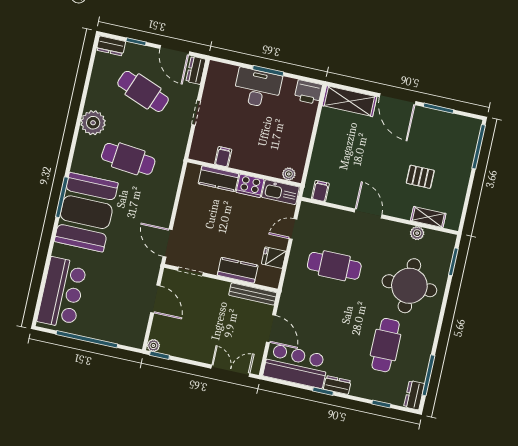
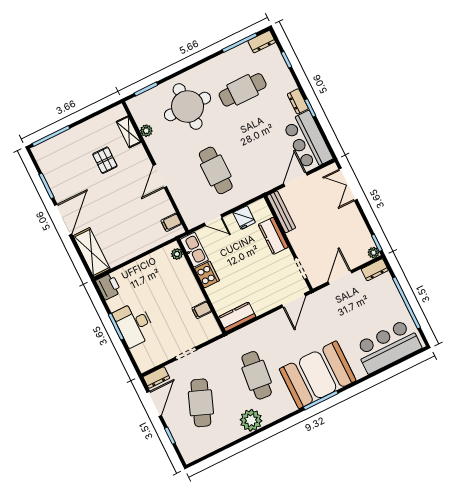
dresser: (111, 46) -> (375, 270), moved, turned 90
kitchen counter: (218, 179) -> (237, 317), moved, turned -90

